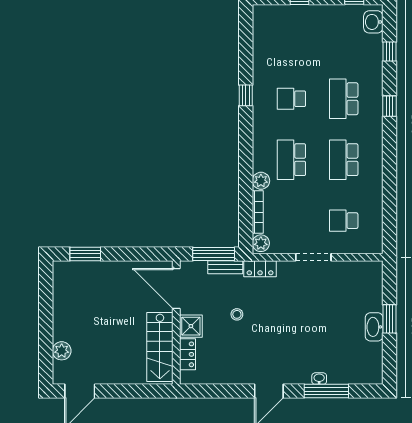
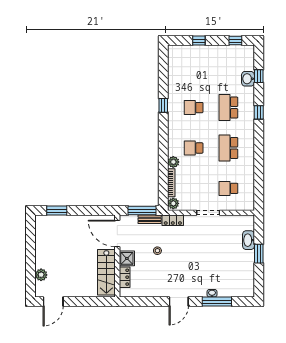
washbasin: (373, 22) -> (248, 79), moved
school desk: (291, 160) -> (194, 148), width x0.54
washbasin: (374, 327) -> (248, 240), moved

